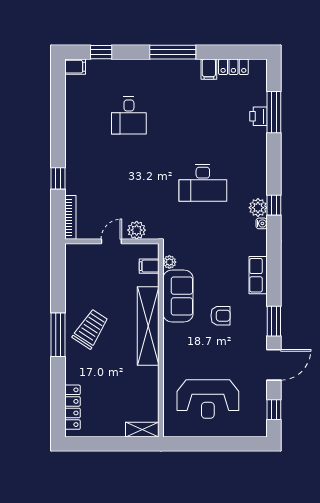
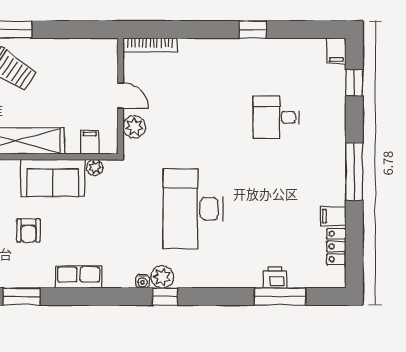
window: (58, 178) -> (253, 30), moved
desk: (203, 183) -> (193, 209), width x1.36, depth x1.30

